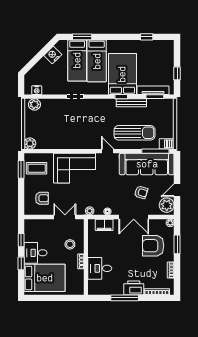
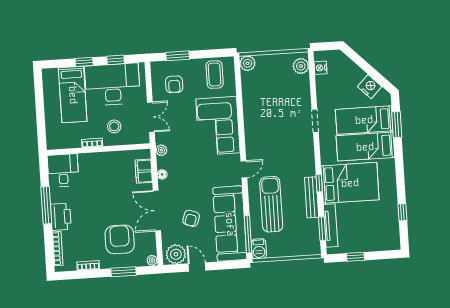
sun lounger: (135, 133) -> (271, 204), turned 180
window: (21, 169) -> (178, 56), moved
desk: (36, 253) -> (112, 84), width x1.87, depth x1.30
desk: (100, 268) -> (63, 170), moved
bed: (45, 278) -> (73, 95), width x0.67

